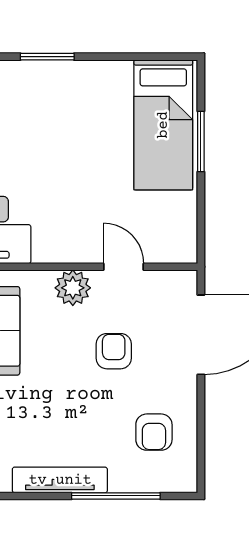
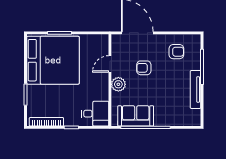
bed: (163, 125) -> (53, 60), width x2.04

